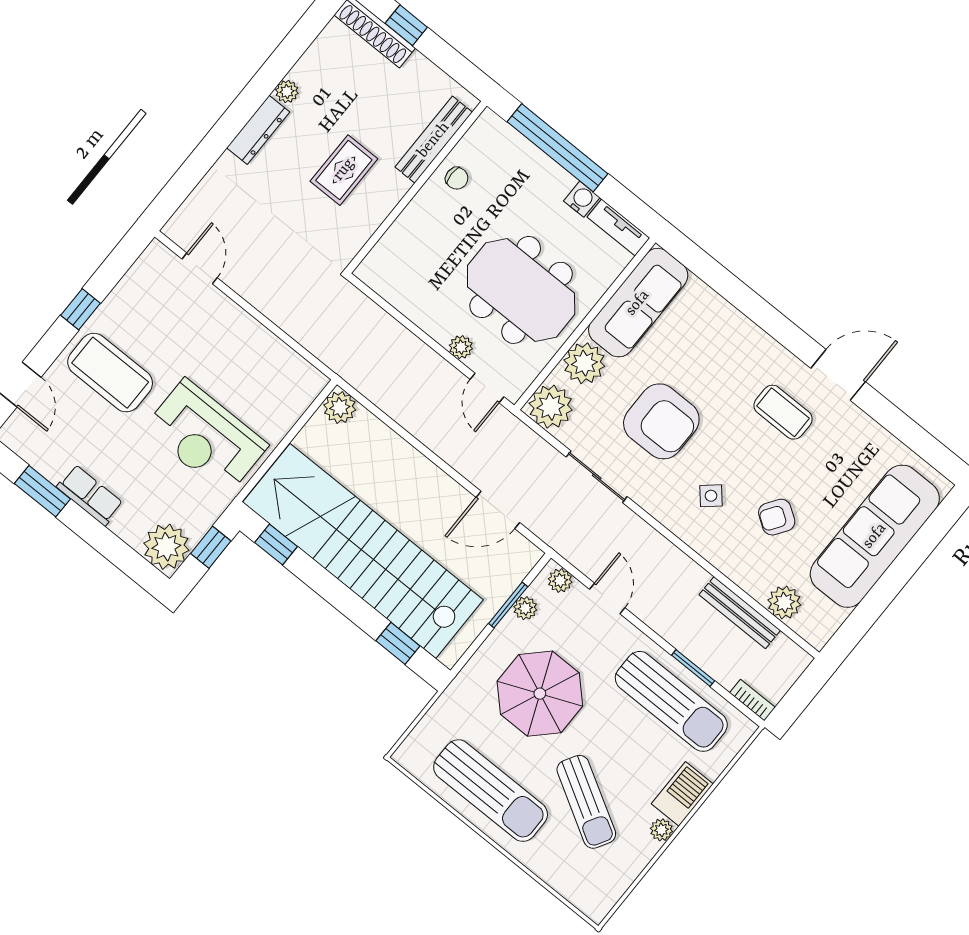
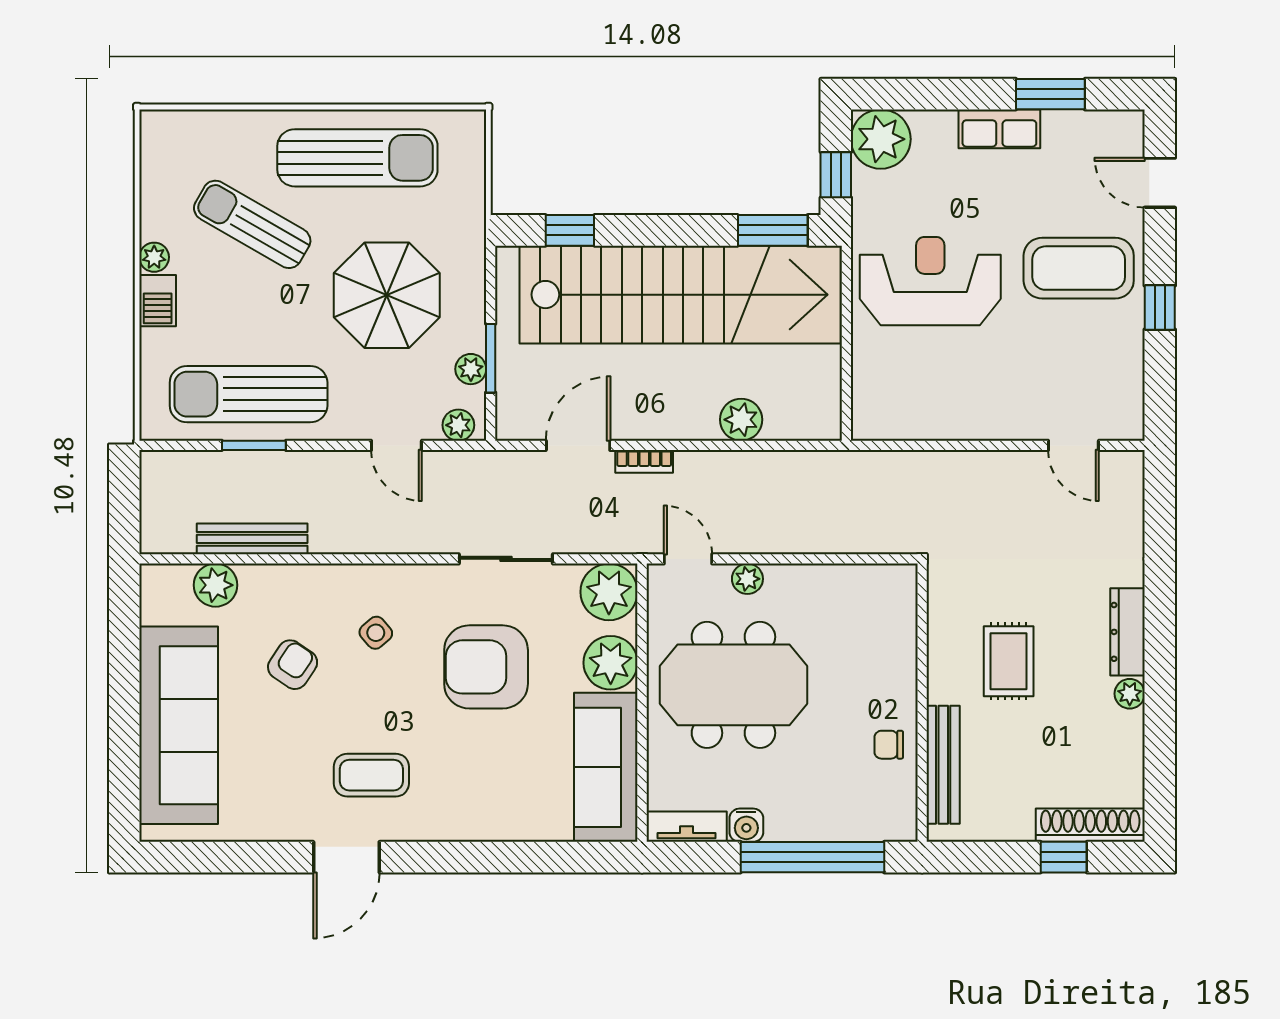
plant: (340, 407) -> (741, 420), moved
window: (276, 545) -> (773, 230), width x1.50
bookcase: (752, 700) -> (644, 461), moved
sun lounger: (491, 791) -> (357, 158), turned 180
barbecue: (682, 794) -> (158, 301), width x0.73, depth x0.79

